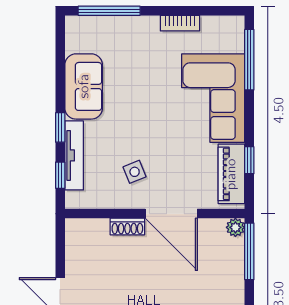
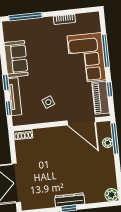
window: (249, 60) -> (105, 51), moved
door: (171, 214) -> (81, 121), moved
shoe rack: (127, 227) -> (23, 135), moved
plant: (235, 227) -> (108, 143), moved

